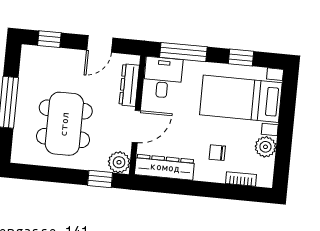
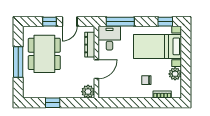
window: (49, 39) -> (50, 22), moved
window: (241, 58) -> (165, 22), moved
dining table: (64, 124) -> (44, 54), moved
dresser: (165, 167) -> (116, 92), removed
window: (100, 179) -> (53, 103), moved

